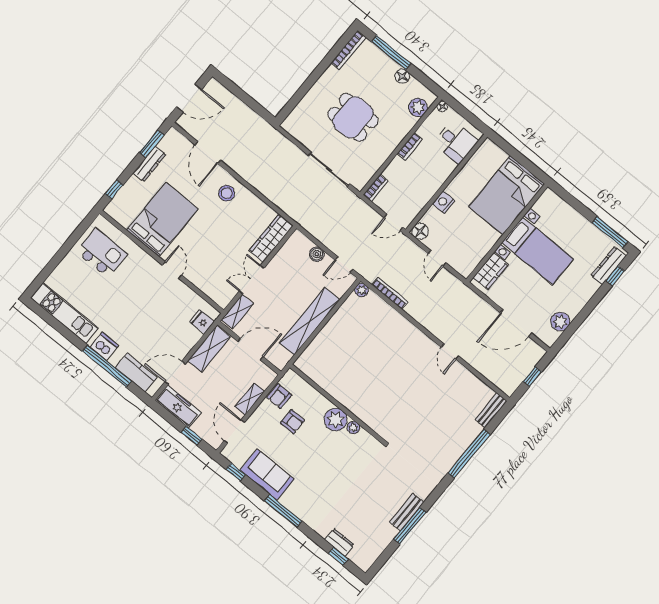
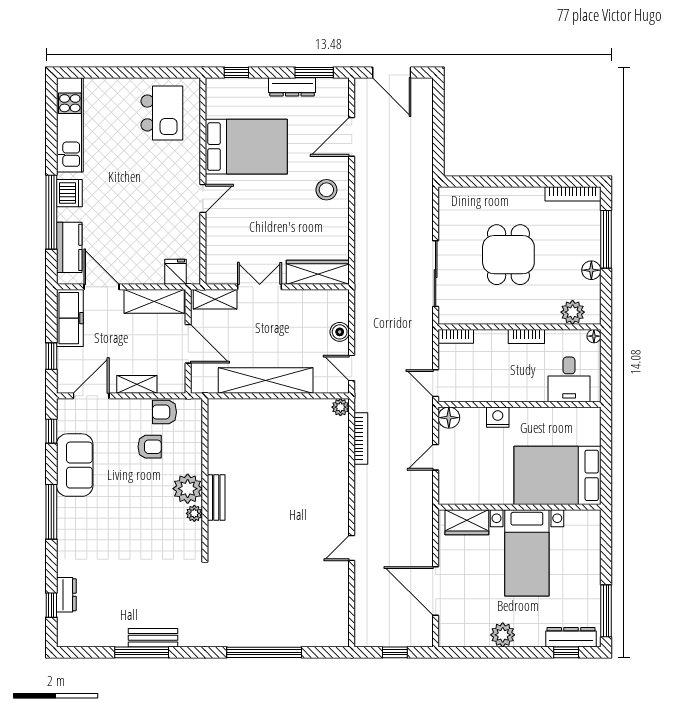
plant: (560, 322) -> (503, 635), moved
bench: (491, 410) -> (216, 497), moved, turned 90
armchair: (293, 422) -> (150, 447), turned -90

